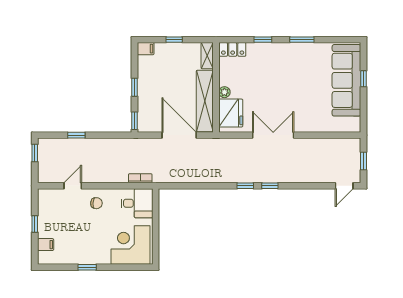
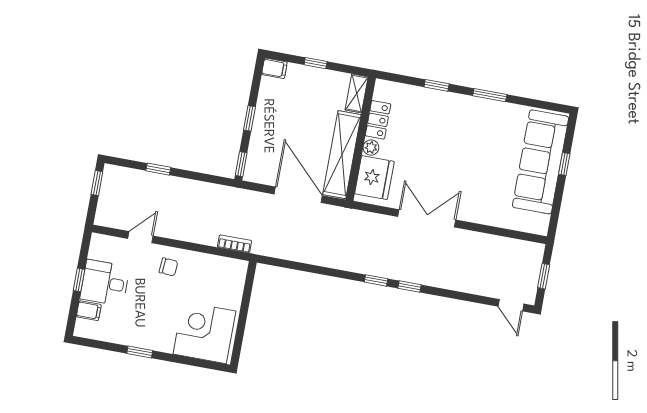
locker: (233, 49) -> (378, 120), moved, turned -90
door: (344, 186) -> (511, 305), hinge flipped
desk: (137, 203) -> (105, 283), moved, turned 180

